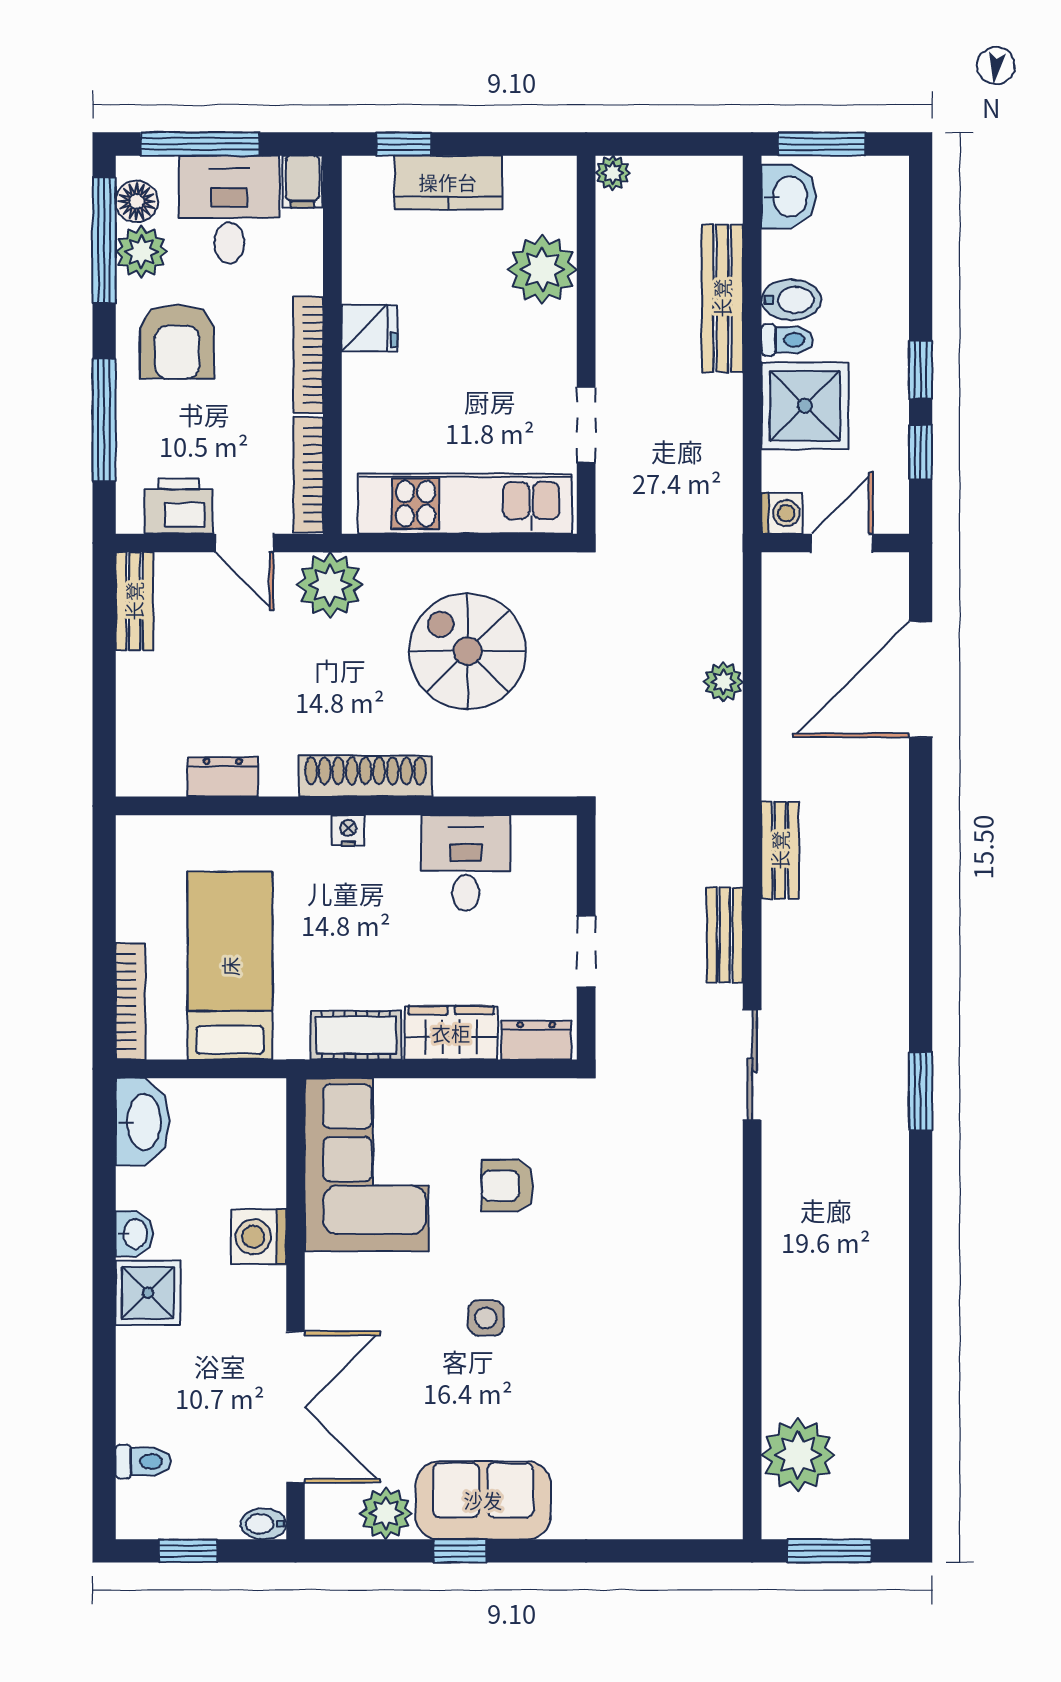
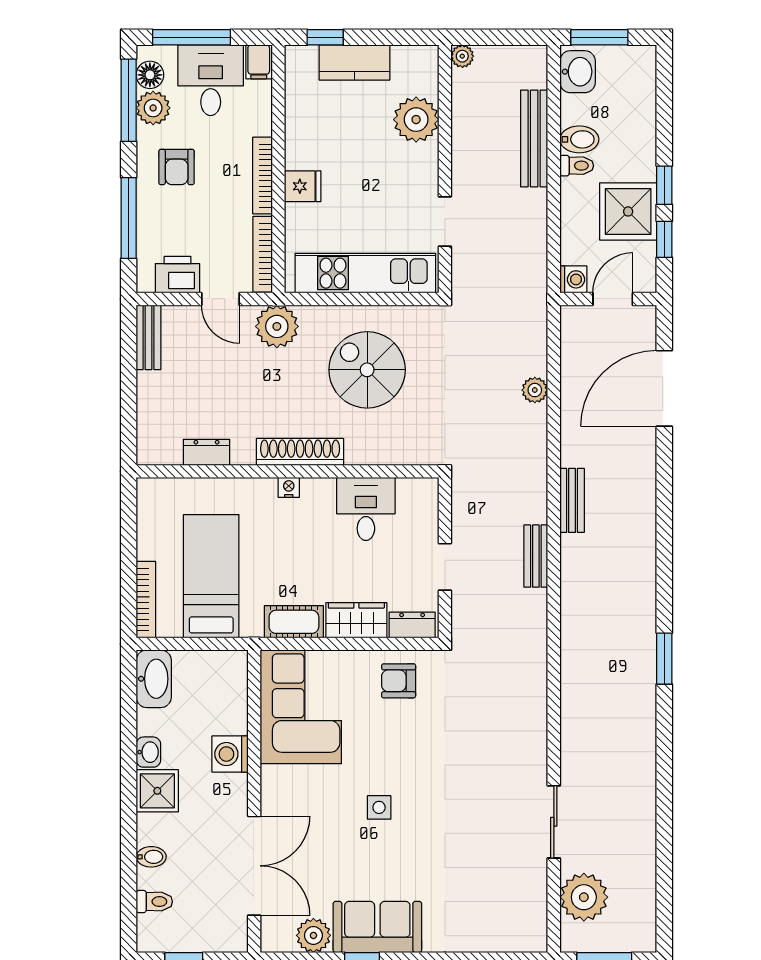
fridge: (369, 328) -> (303, 186), moved
armchair: (177, 342) -> (177, 167), width x0.72, depth x0.72
shower: (805, 406) -> (628, 211), moved
sliding door: (752, 1065) -> (554, 822), moved
armchair: (508, 1186) -> (399, 681), moved
bidet: (263, 1524) -> (151, 857), moved, turned 180

